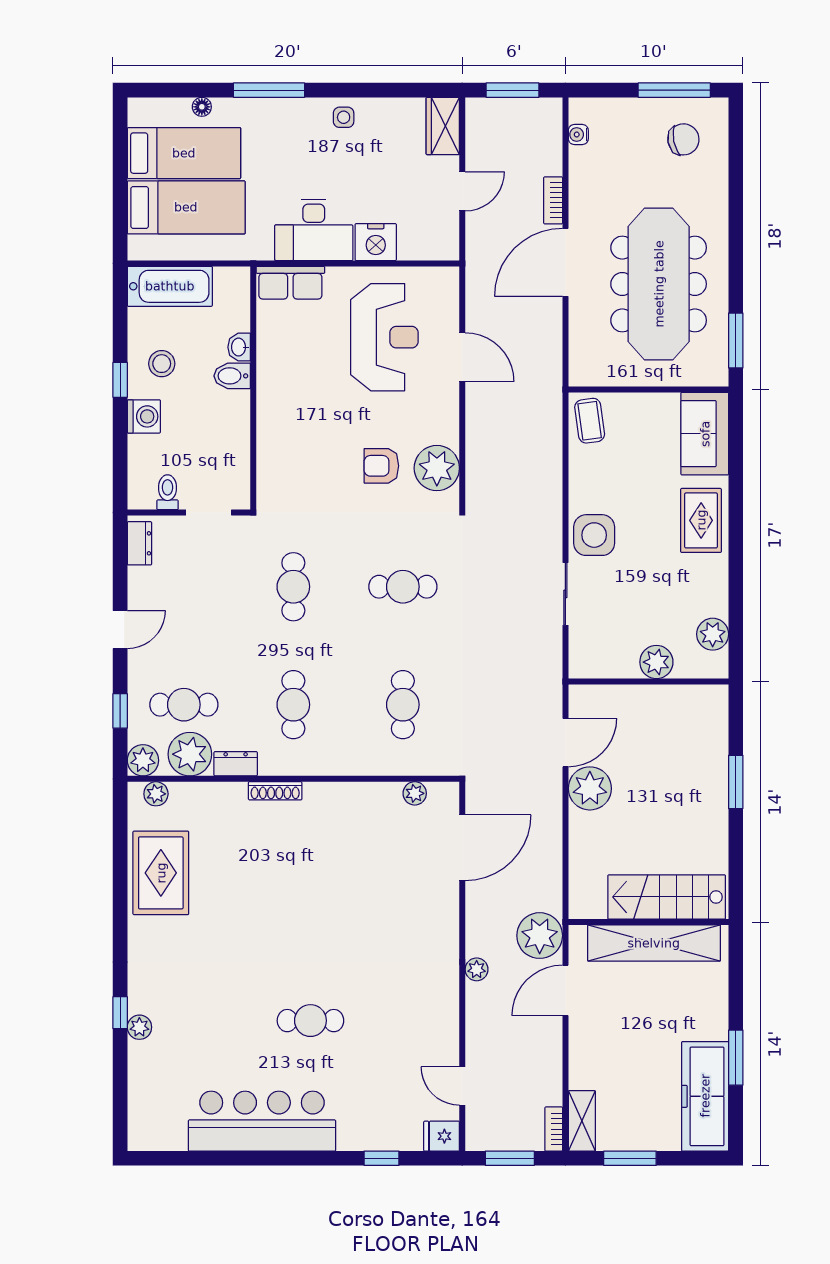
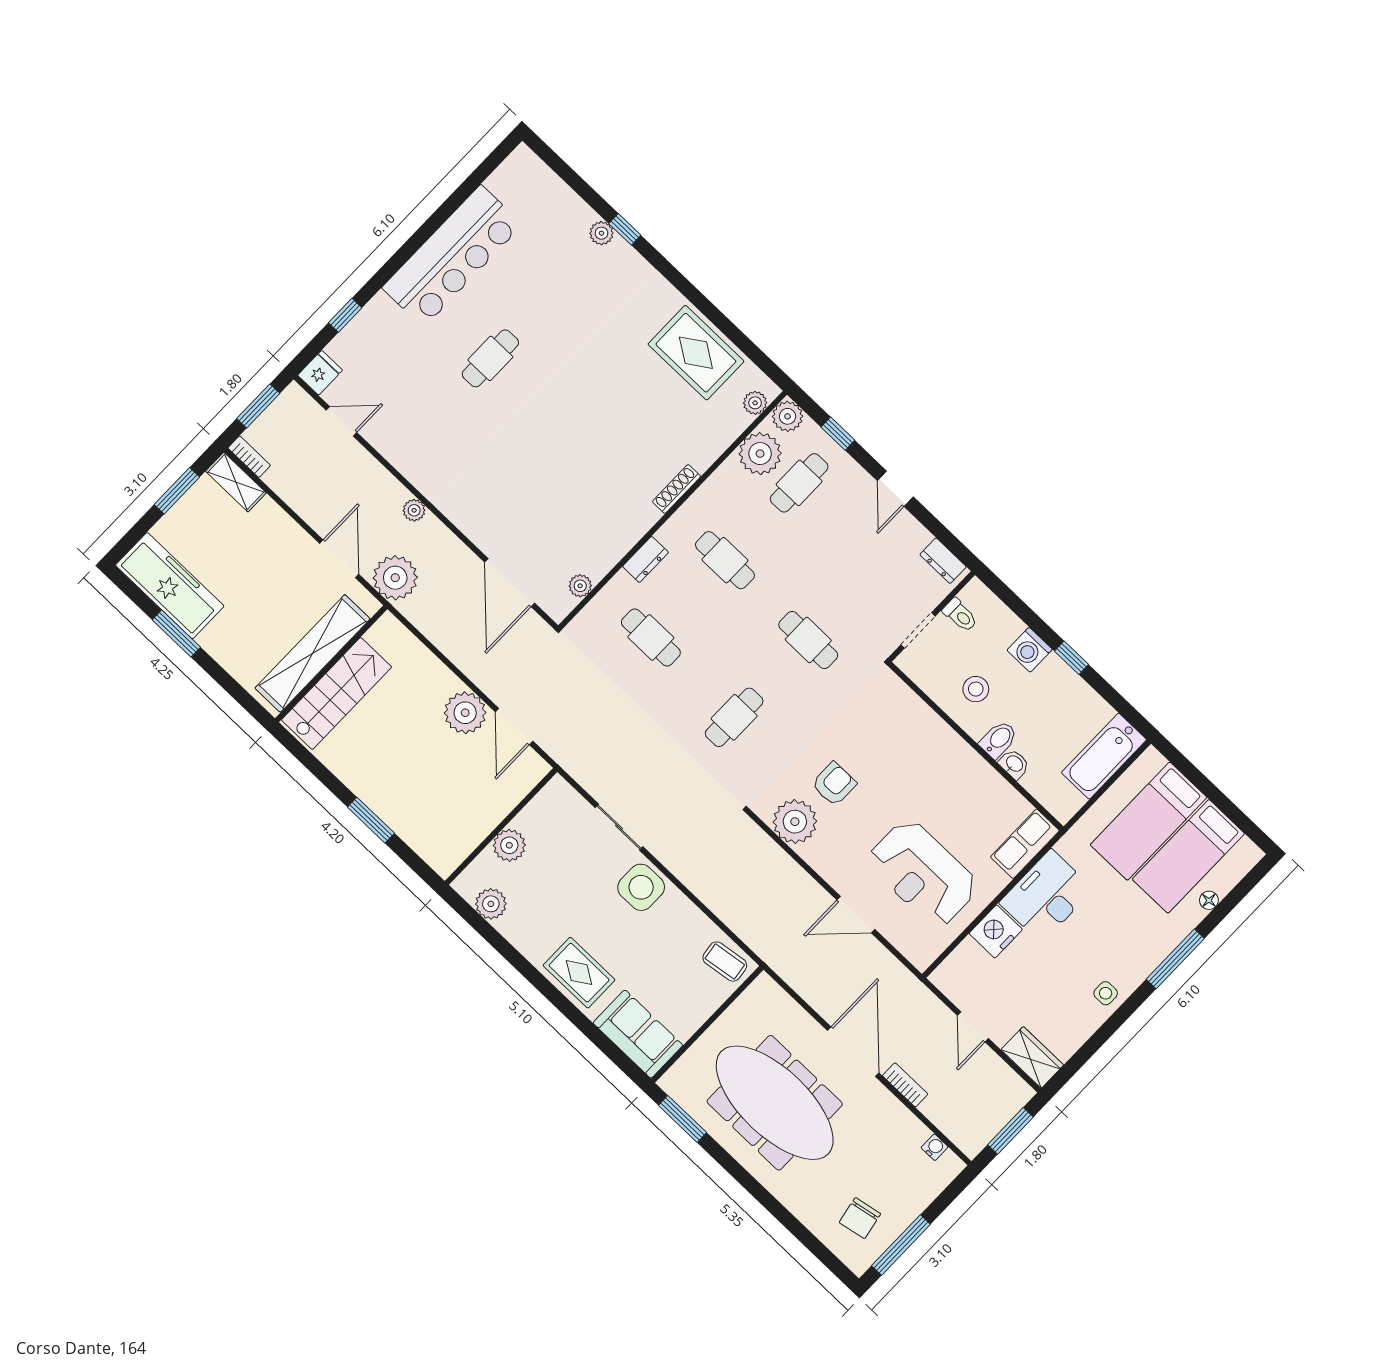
stool: (162, 364) -> (976, 689), moved
dresser: (236, 764) -> (646, 559), moved

